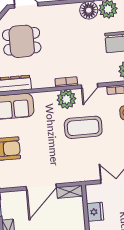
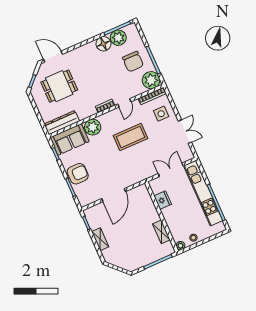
plant: (66, 99) -> (93, 127), moved
shelving: (70, 192) -> (137, 191), removed

